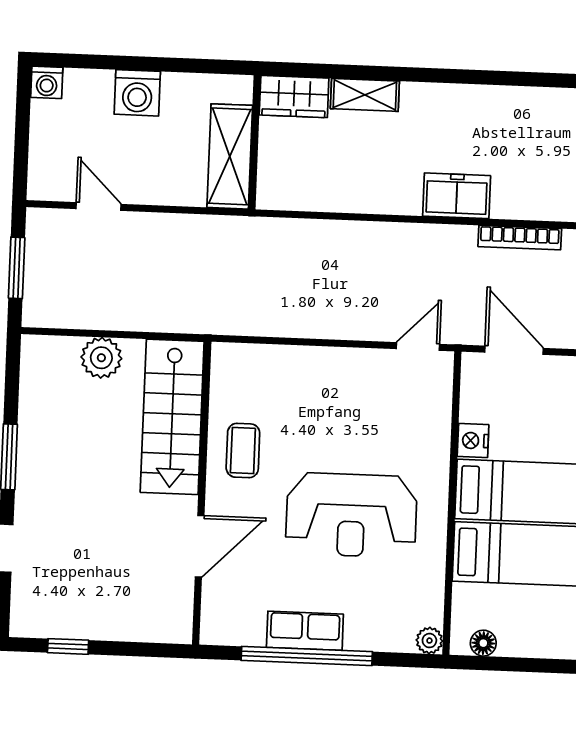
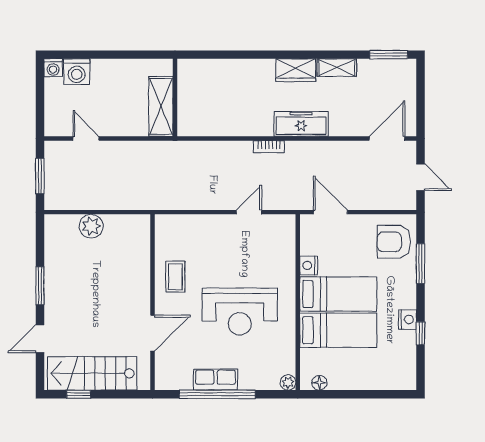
washing machine: (137, 93) -> (77, 72), moved
shelving: (365, 95) -> (337, 68), moved
wardrobe: (294, 97) -> (296, 70), moved
freezer: (457, 196) -> (301, 124), width x1.40
bookcase: (520, 238) -> (269, 147), moved, width x0.64
door: (418, 346) -> (249, 212), moved
stairs: (172, 417) -> (92, 373), moved, turned 90

